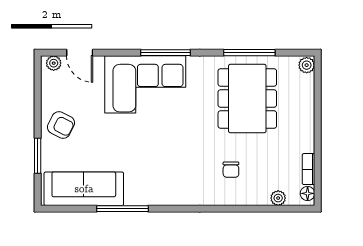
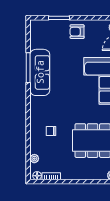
armchair: (61, 125) -> (77, 32), turned 63
sofa: (84, 189) -> (40, 72), moved

